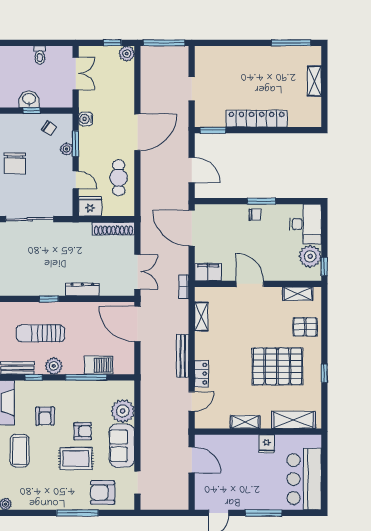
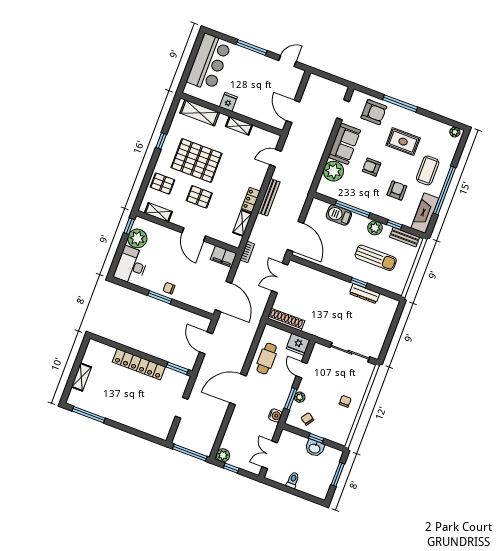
chair: (15, 163) -> (345, 401), width x0.54, depth x0.54
dresser: (82, 289) -> (364, 294), moved
pallet: (259, 327) -> (199, 197), added
locker: (201, 374) -> (251, 200), moved
rug: (76, 459) -> (403, 142), moved

